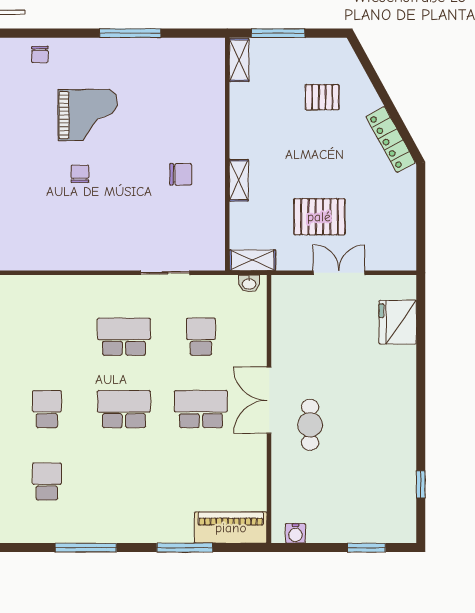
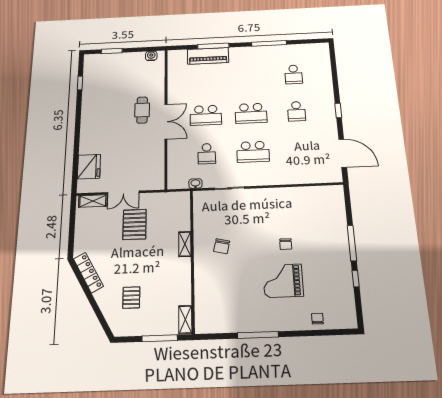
pallet: (322, 97) -> (131, 298), turned 90
chair: (181, 174) -> (222, 246), turned -77
pallet: (319, 217) -> (135, 224), turned 90
shelving: (253, 260) -> (93, 201), moved
washbasin: (249, 283) -> (195, 184), moved
piano: (231, 528) -> (208, 56), moved

